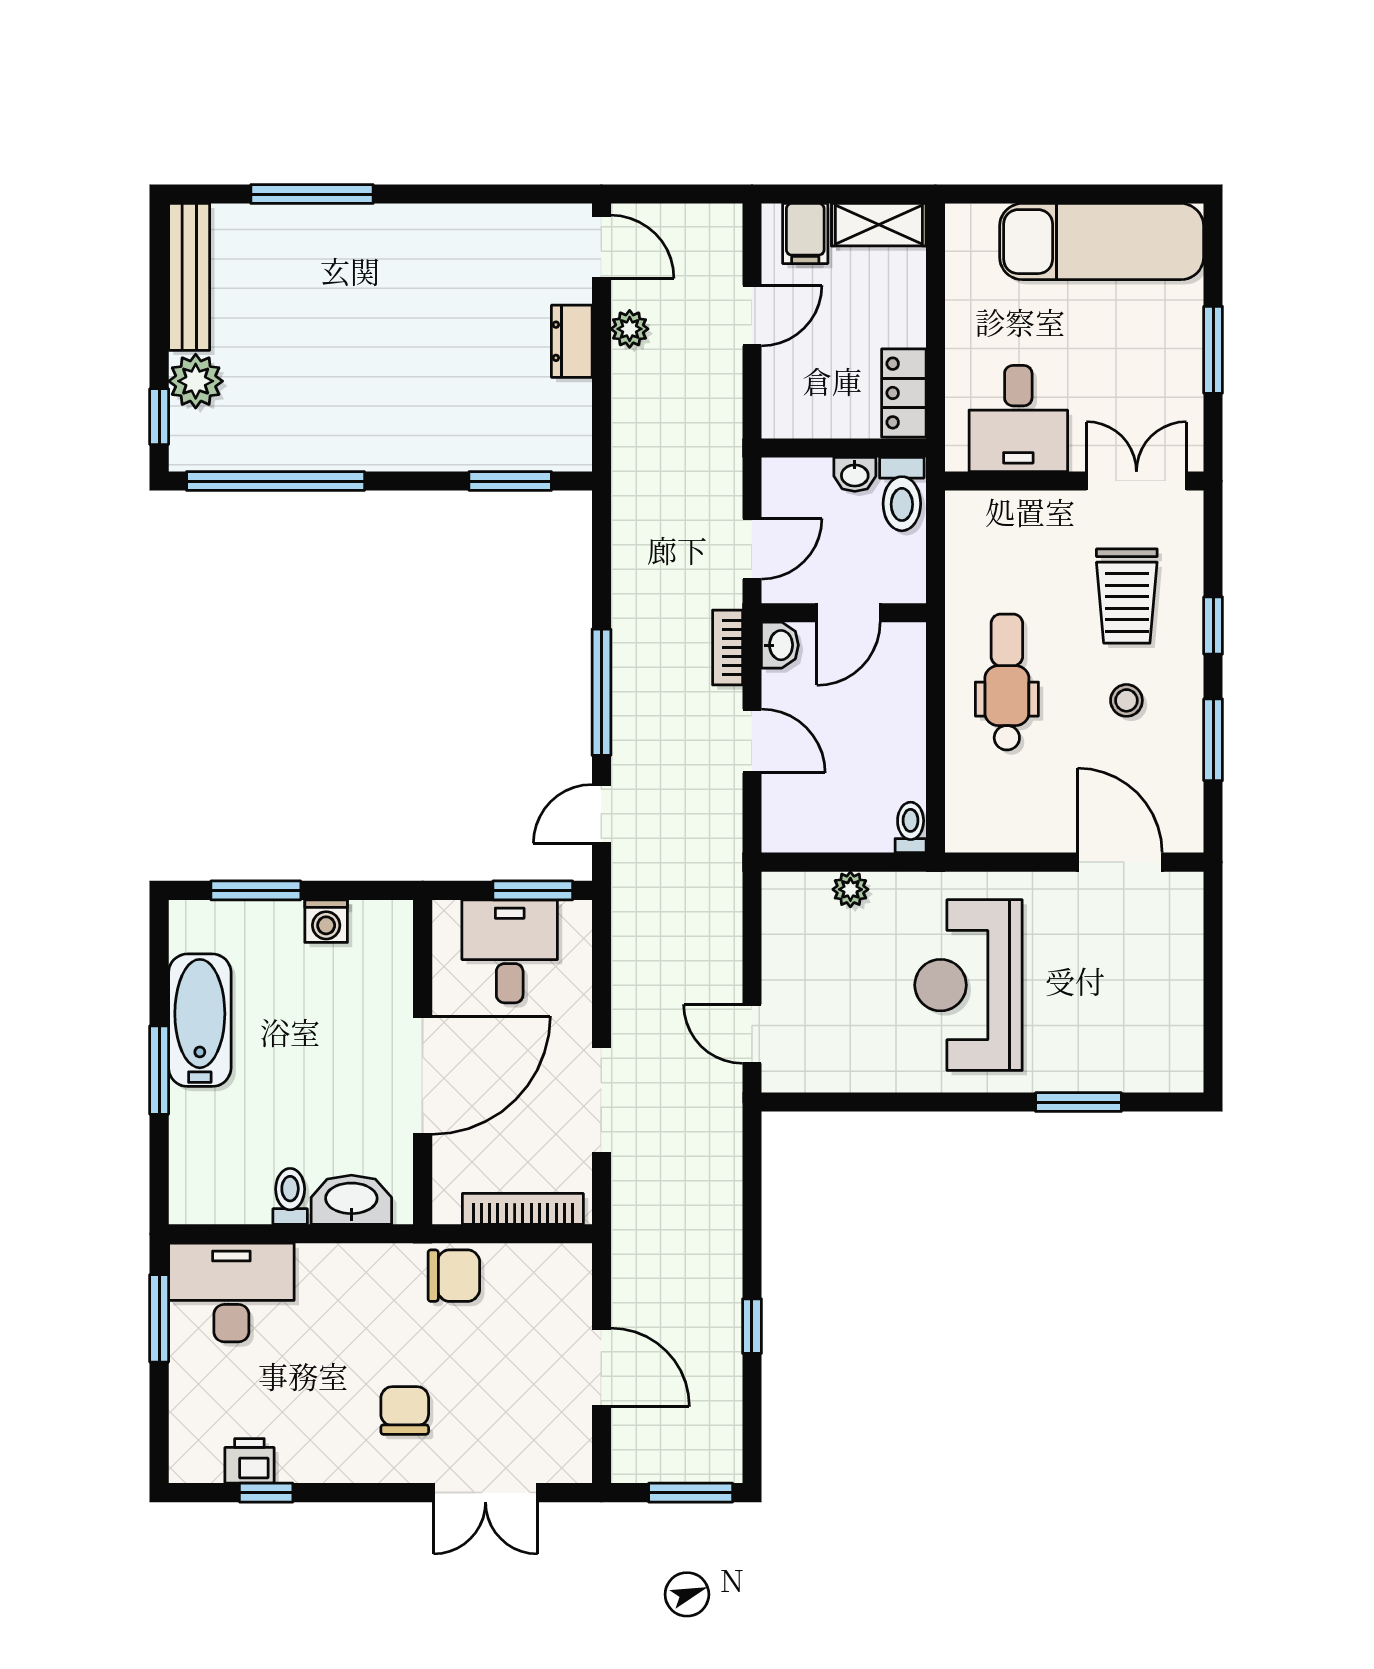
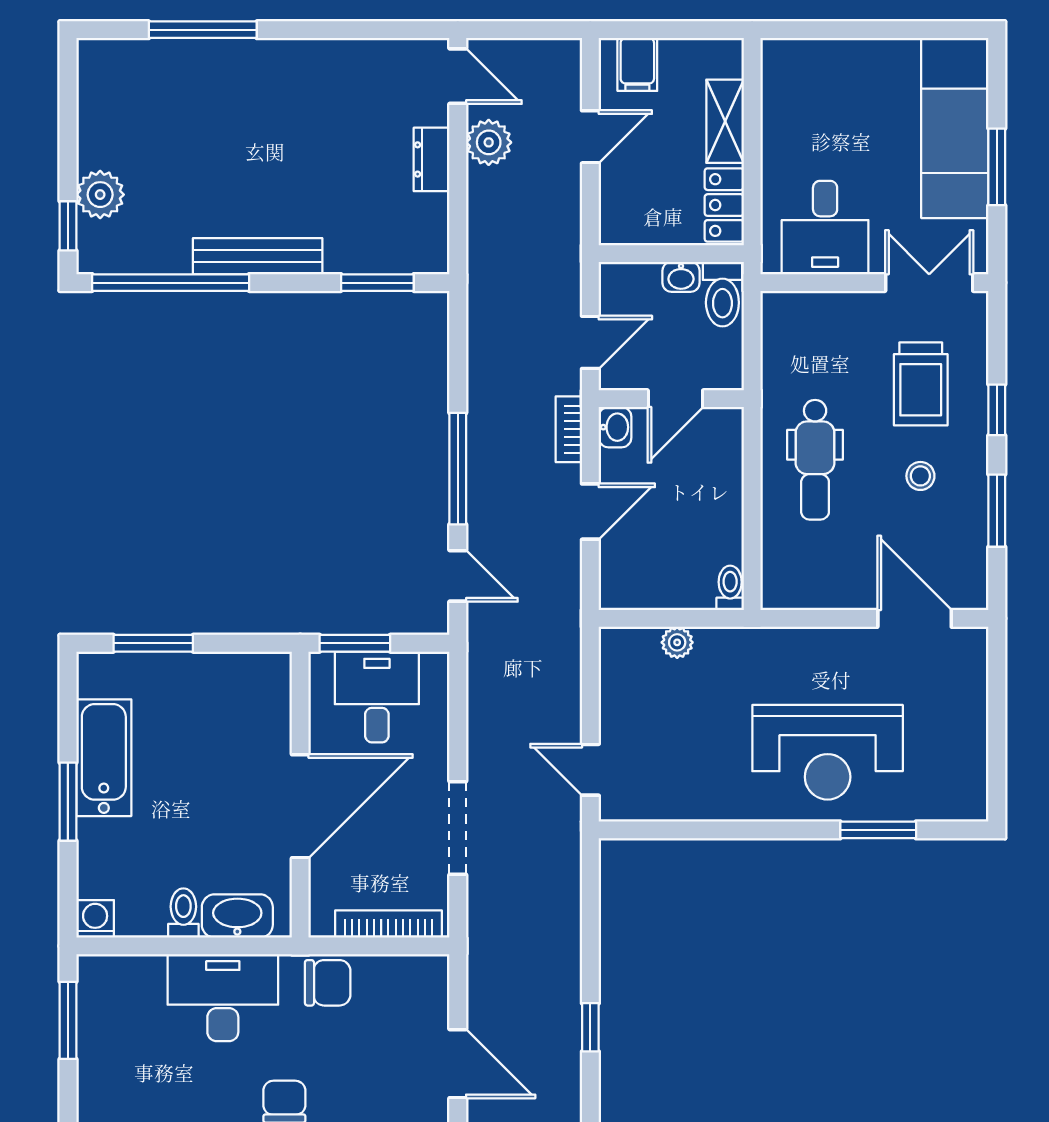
shelving: (879, 225) -> (725, 121), moved, turned 90
exam couch: (1102, 242) -> (955, 128), moved, turned 90
bench: (189, 277) -> (258, 256), moved, turned 90
plant: (630, 329) -> (489, 142), width x1.38, depth x1.38
dental chair: (1007, 682) -> (815, 460), turned 180
door: (752, 741) -> (590, 512), hinge flipped
door: (601, 814) -> (458, 576), swing flipped
window: (533, 890) -> (355, 643), moved
washing machine: (326, 921) -> (95, 919), moved, turned 180
reception desk: (968, 985) -> (828, 752), moved, turned -90
desk: (231, 1293) -> (223, 998), moved

